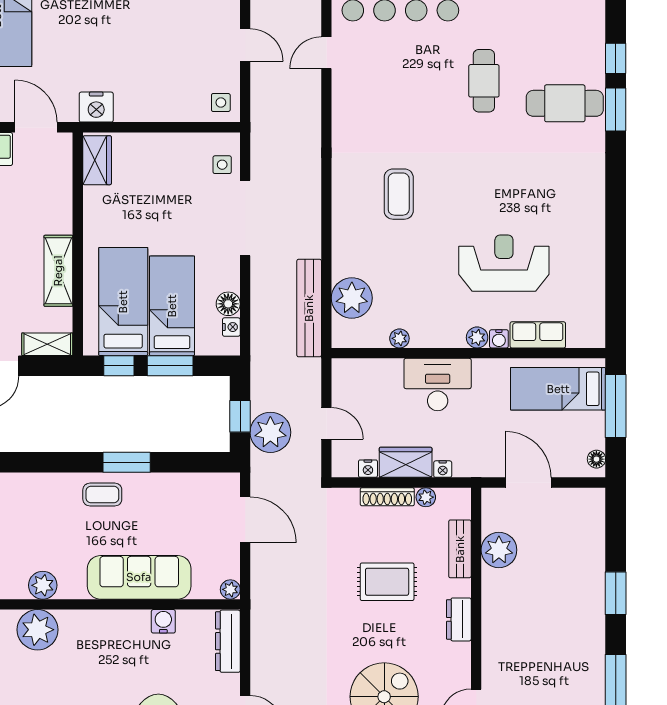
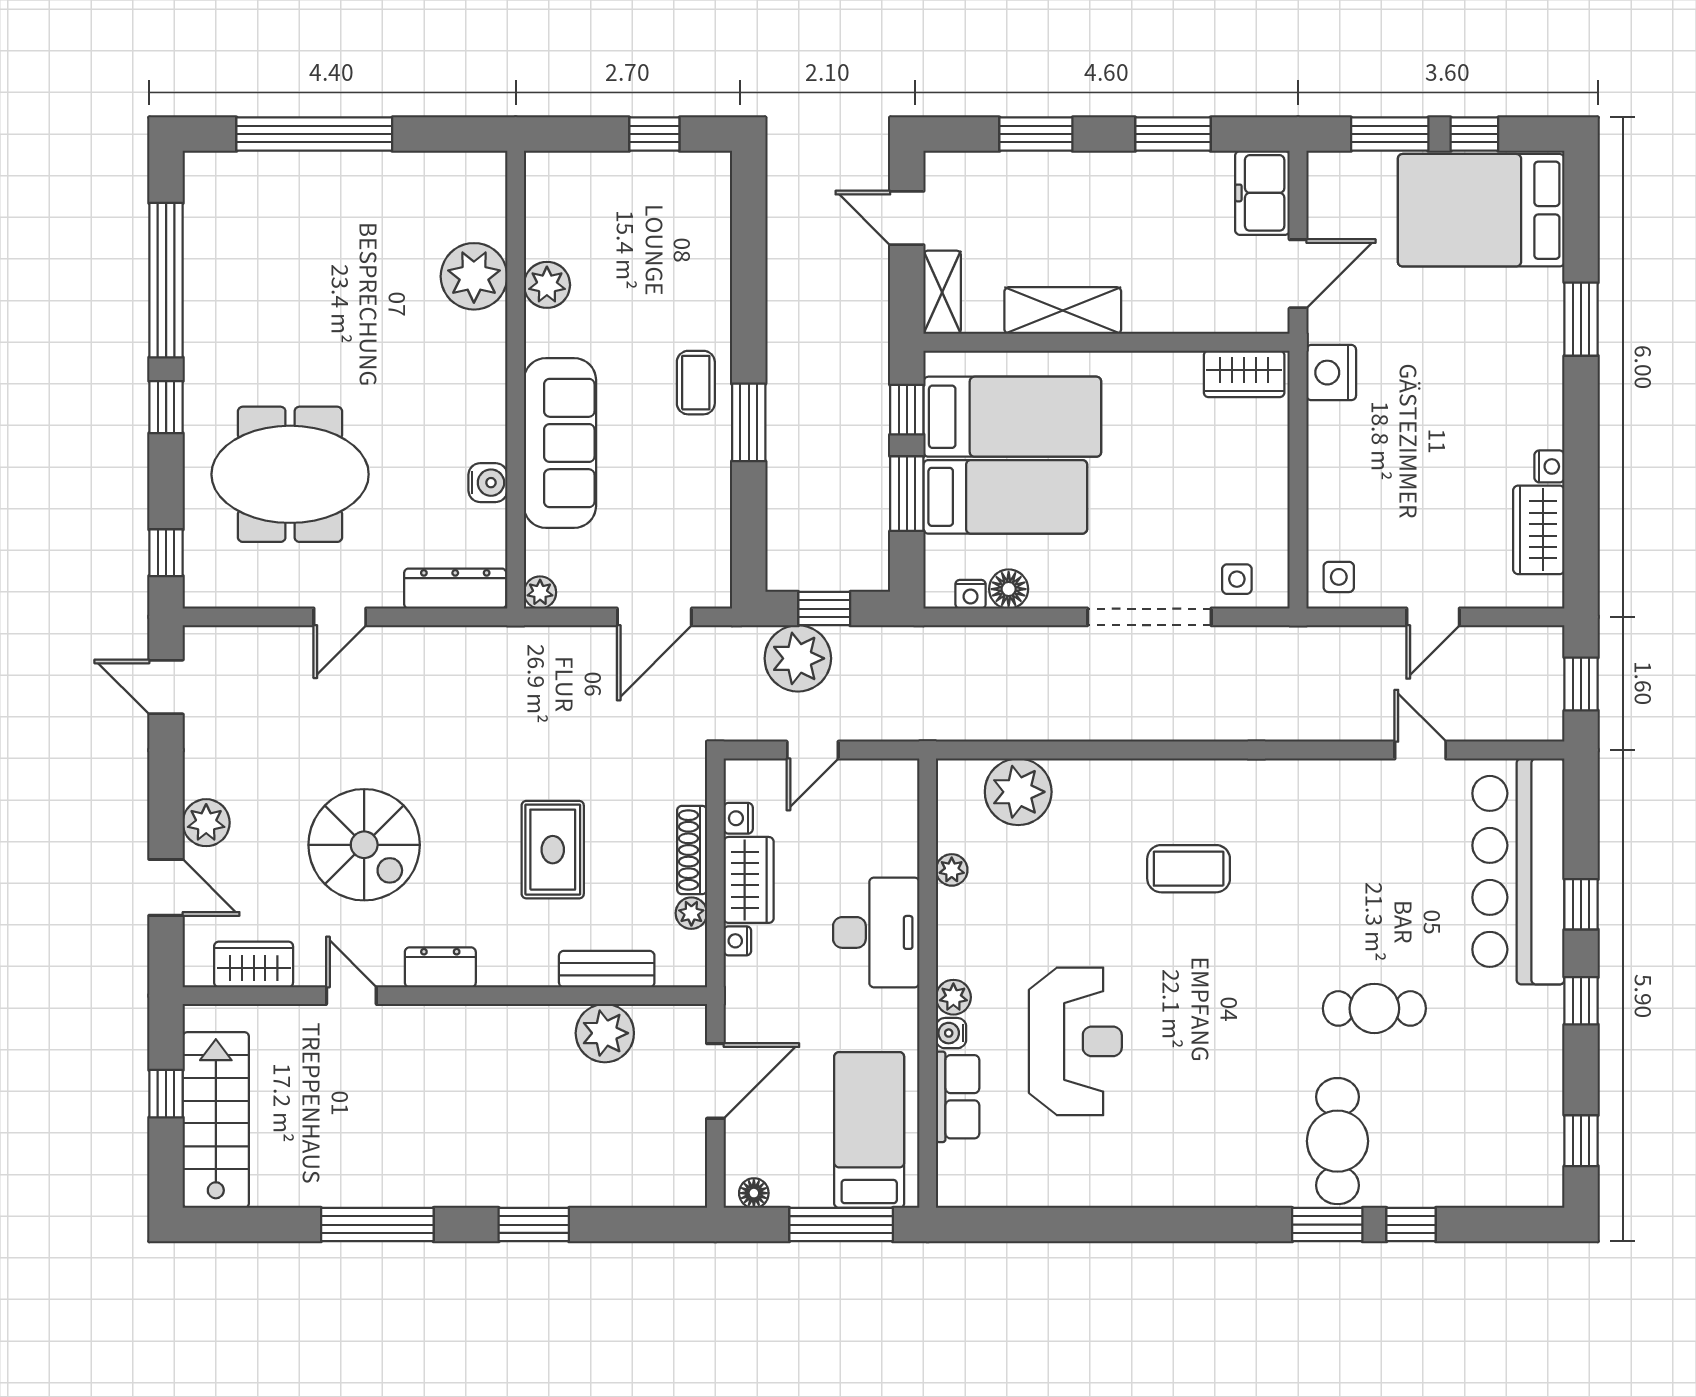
bench: (309, 308) -> (1002, 722), removed
dresser: (459, 619) -> (440, 967), moved

